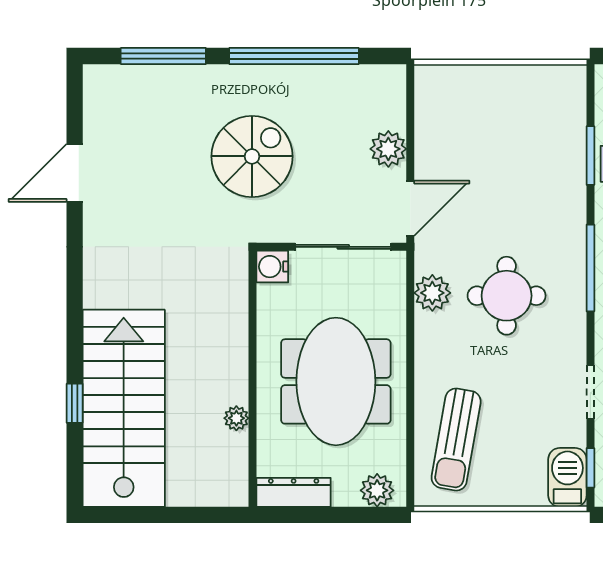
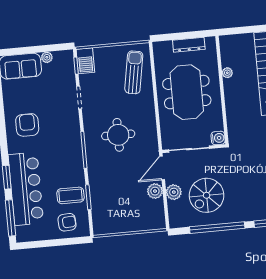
spiral stairs: (252, 156) -> (207, 195), moved
plant: (432, 293) -> (155, 191), moved
plant: (377, 490) -> (165, 48), removed
dresser: (294, 492) -> (189, 45), moved

